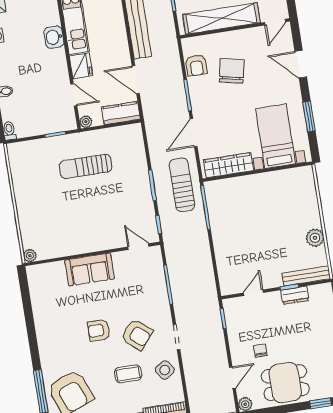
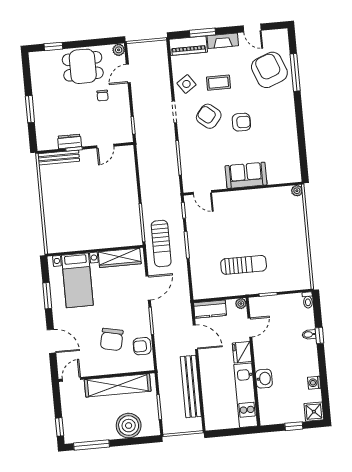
armchair: (196, 65) -> (142, 346), turned -90
door: (74, 95) -> (250, 327), swing flipped
plant: (315, 238) -> (49, 190), removed

